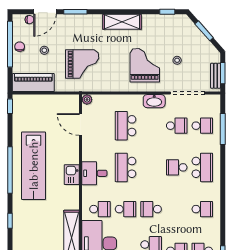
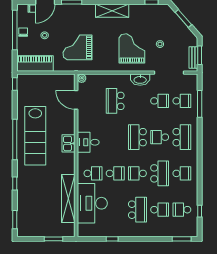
grand piano: (82, 64) -> (77, 47), turned 180
school desk: (126, 167) -> (137, 137), moved
school desk: (177, 209) -> (160, 173), added

